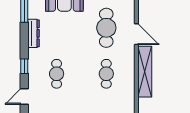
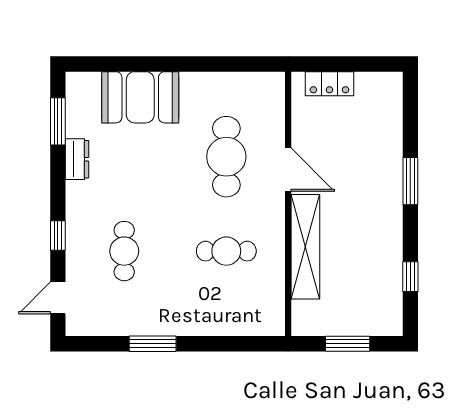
dresser: (34, 33) -> (77, 159), width x0.70
cafe table: (106, 74) -> (226, 251), turned 90

